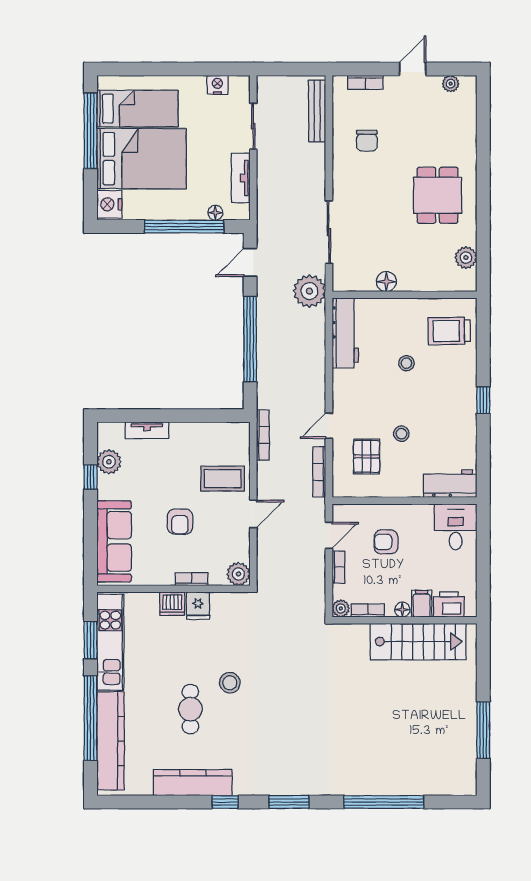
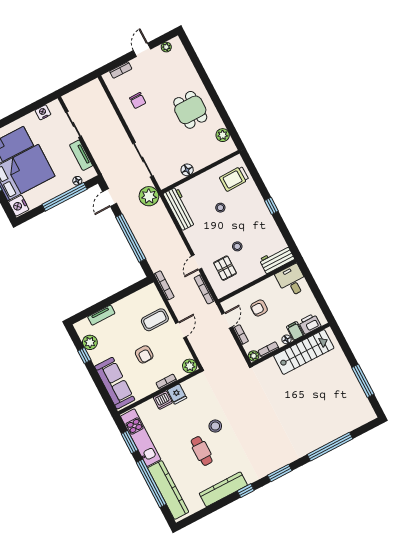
bench: (317, 111) -> (103, 99), removed

